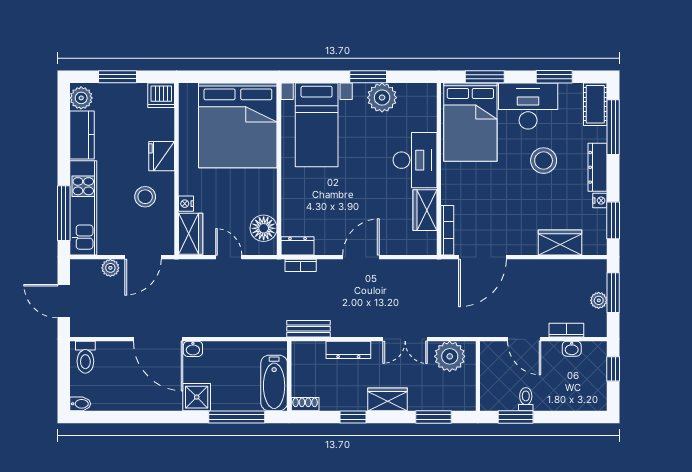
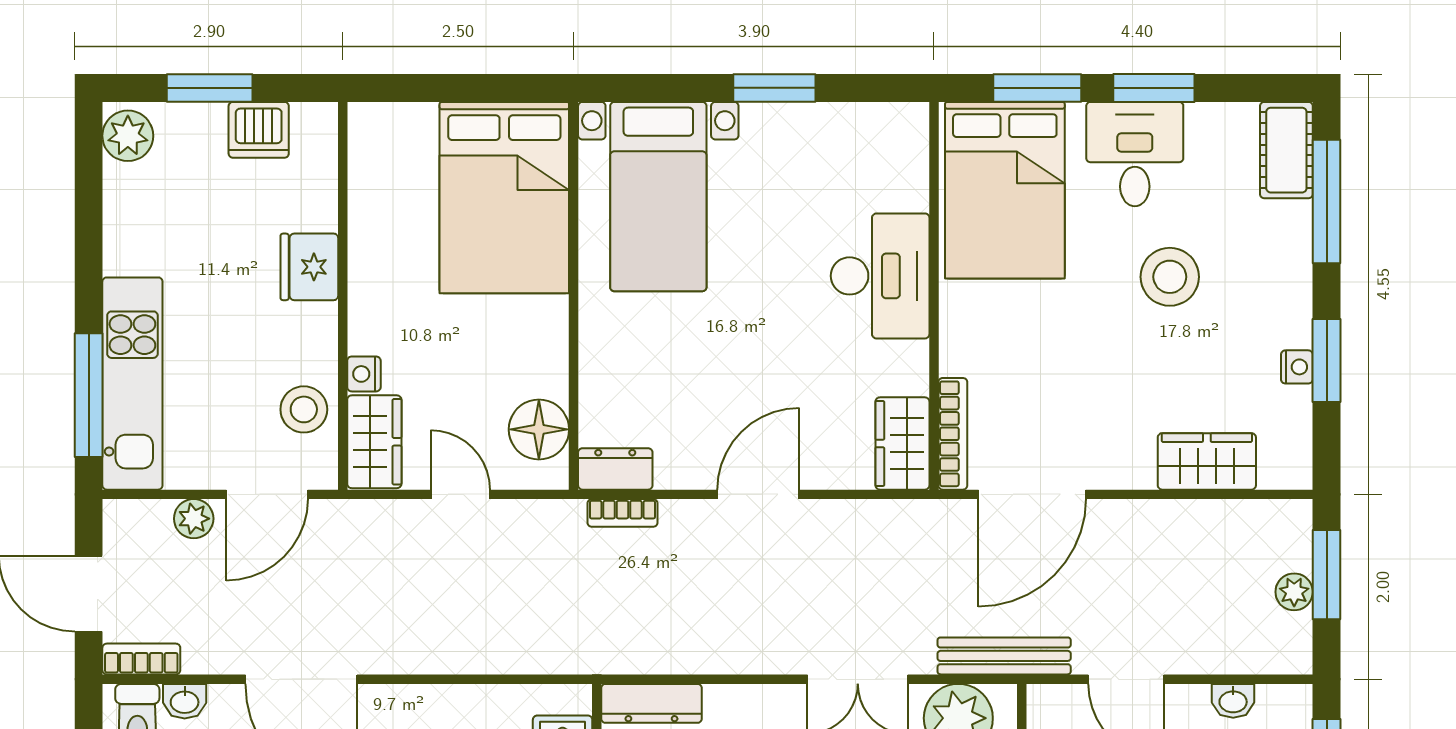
window: (554, 77) -> (1154, 88), moved
dishwasher: (161, 95) -> (259, 130), moved
plant: (382, 98) -> (806, 135), removed
desk: (528, 106) -> (1135, 154), width x0.73
bed: (238, 125) -> (504, 198), width x0.73
kitchen counter: (82, 135) -> (130, 219), removed
dresser: (598, 167) -> (1291, 292), removed
stool: (145, 197) -> (304, 409), moved
wardrobe: (425, 210) -> (902, 443), moved
window: (613, 220) -> (1327, 360), moved
bench: (309, 329) -> (1004, 656), moved, width x1.36
bookcase: (566, 330) -> (141, 659), moved
washbasin: (193, 349) -> (185, 701), moved
dresser: (348, 350) -> (651, 703), moved

